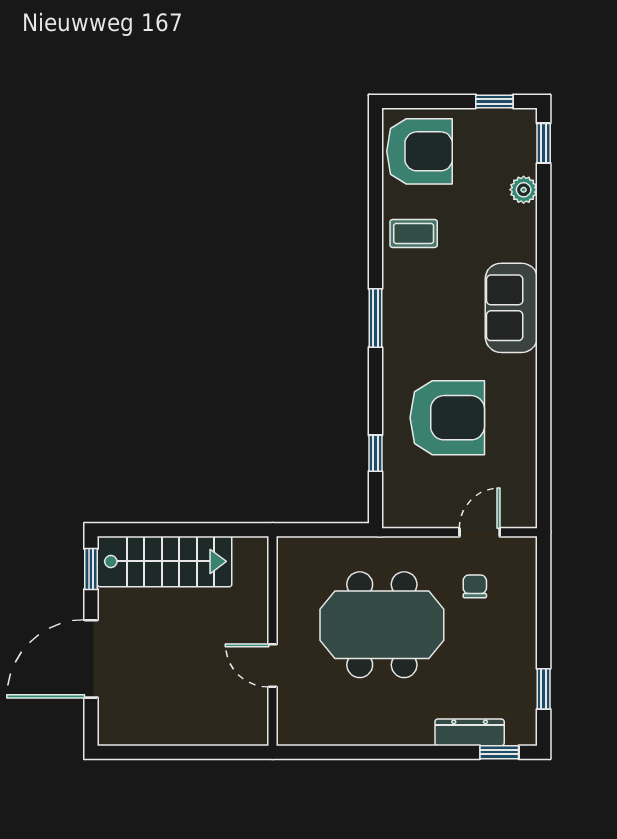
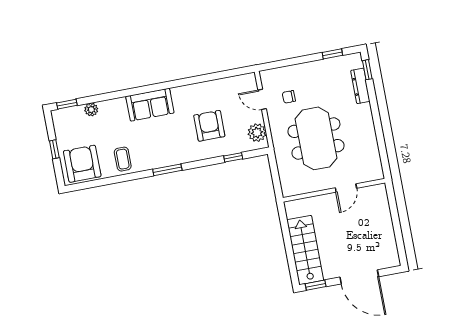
window: (494, 101) -> (54, 149), moved
armchair: (447, 418) -> (209, 126), width x0.73, depth x0.73
plant: (416, 510) -> (257, 133), added

